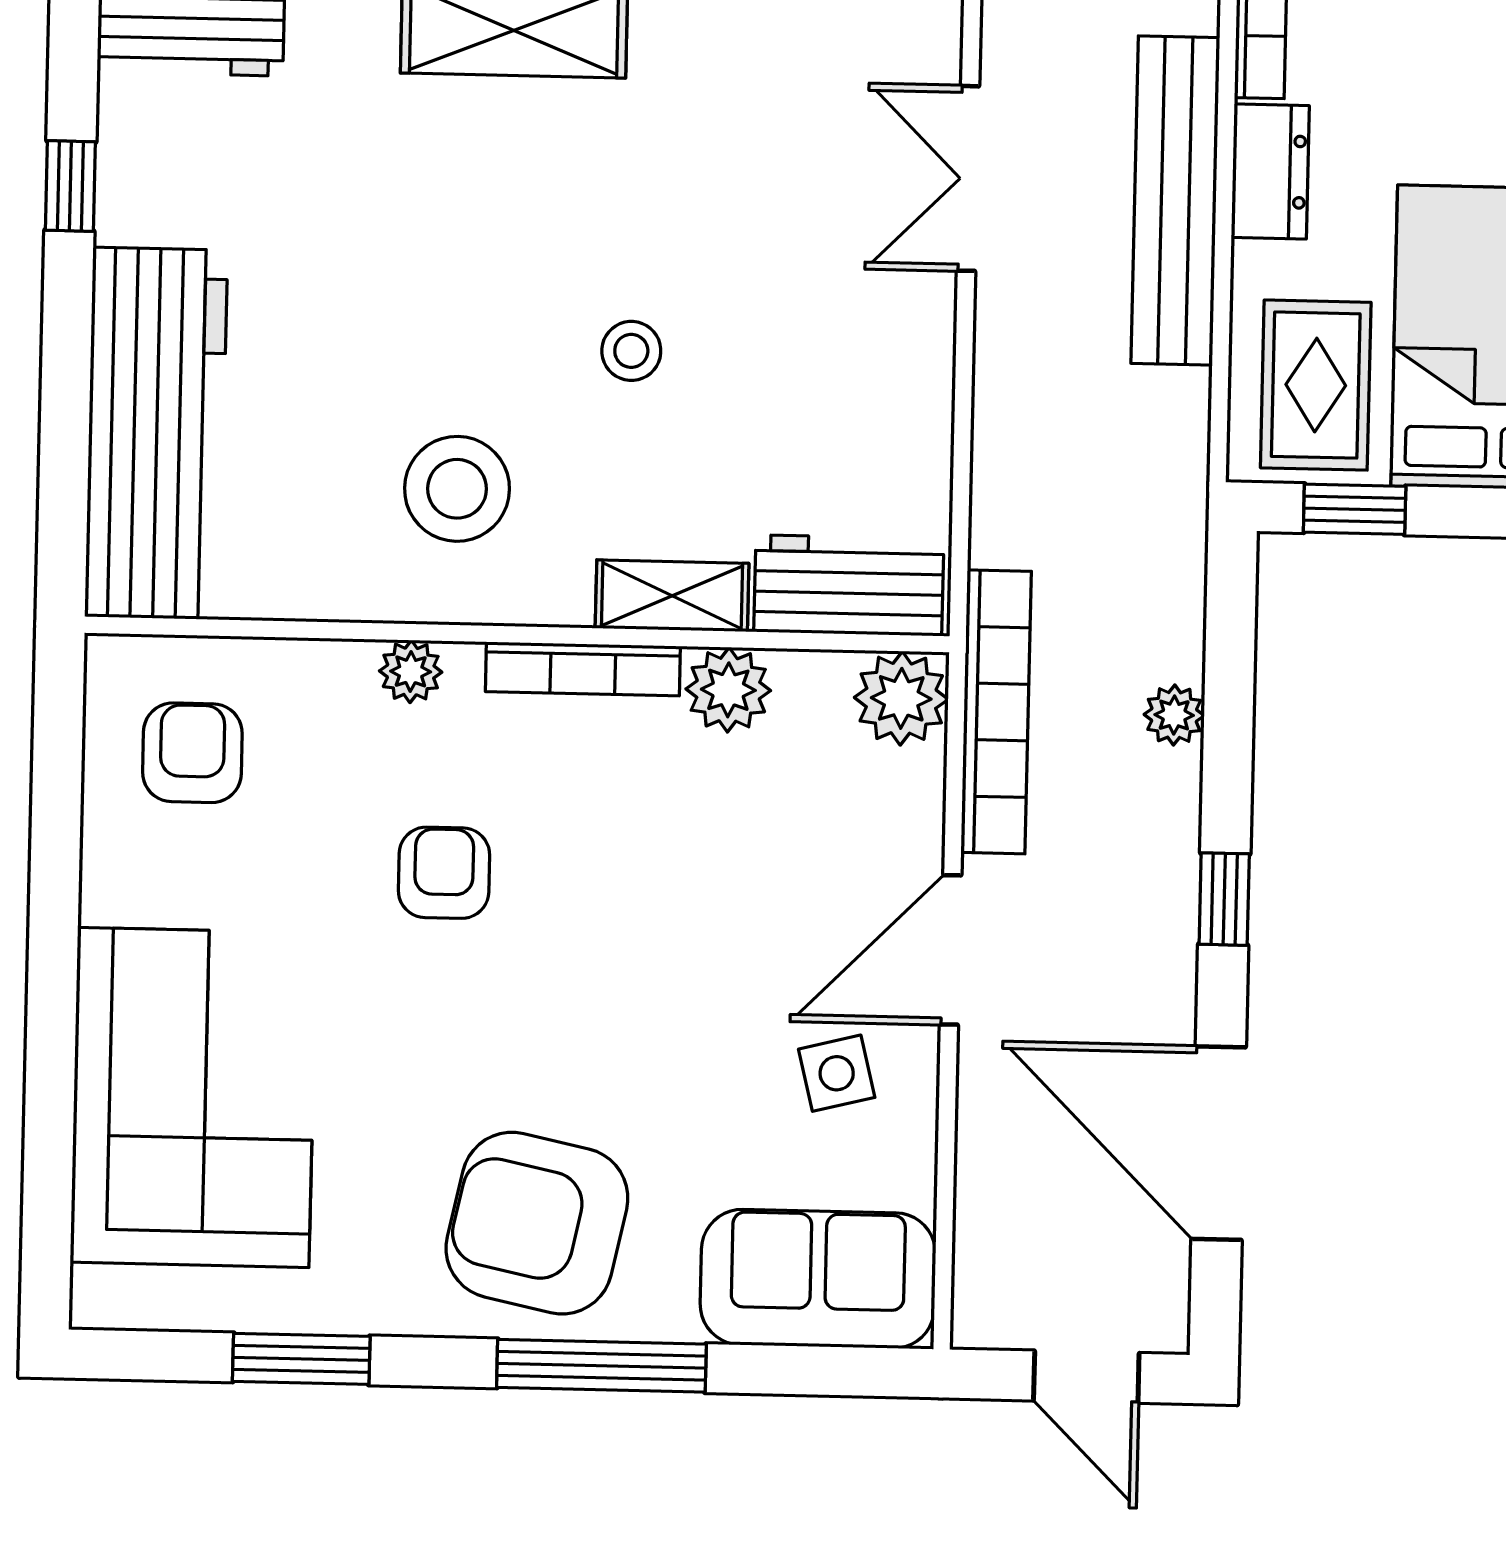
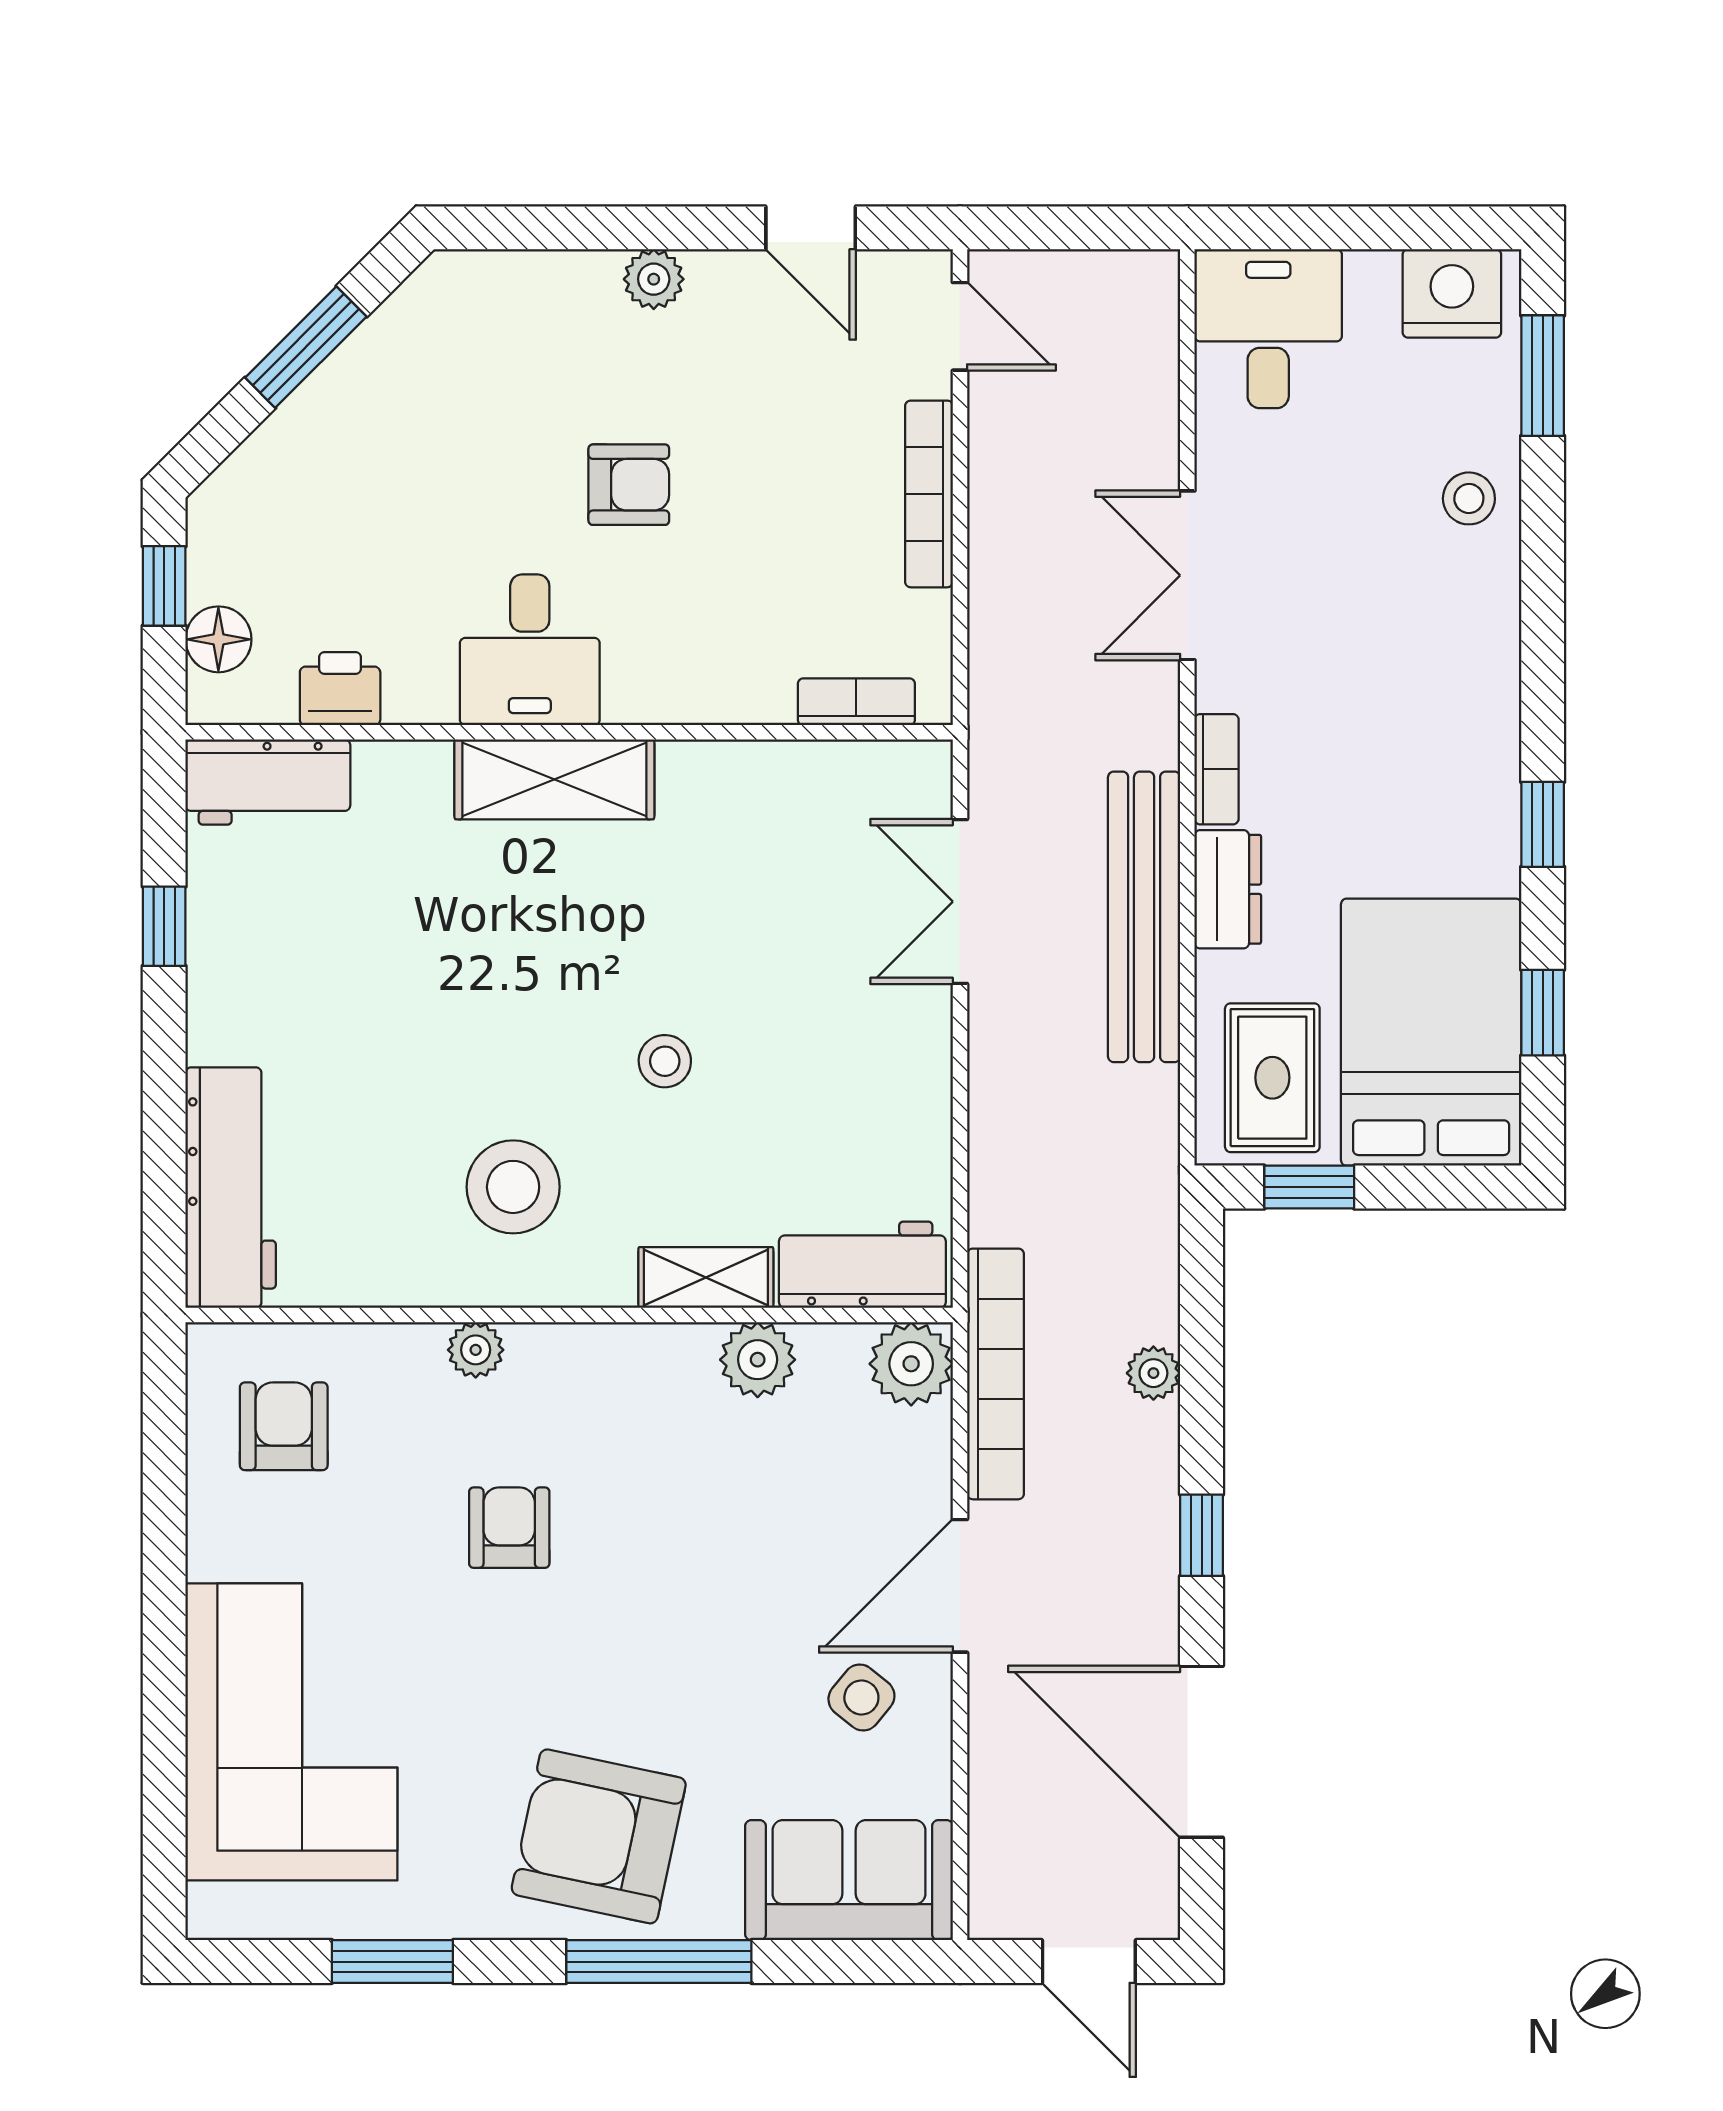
workbench: (156, 433) -> (231, 1188), width x0.73, depth x0.76
bookcase: (583, 669) -> (628, 1344), removed
side table: (837, 1073) -> (861, 1697), turned -37

